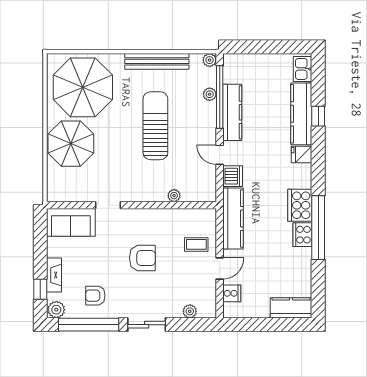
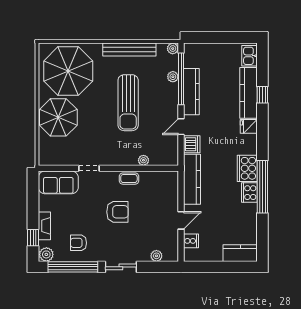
sun lounger: (155, 126) -> (128, 103), turned 180
door: (220, 155) -> (181, 127), hinge flipped
coffee table: (196, 244) -> (129, 179), moved

